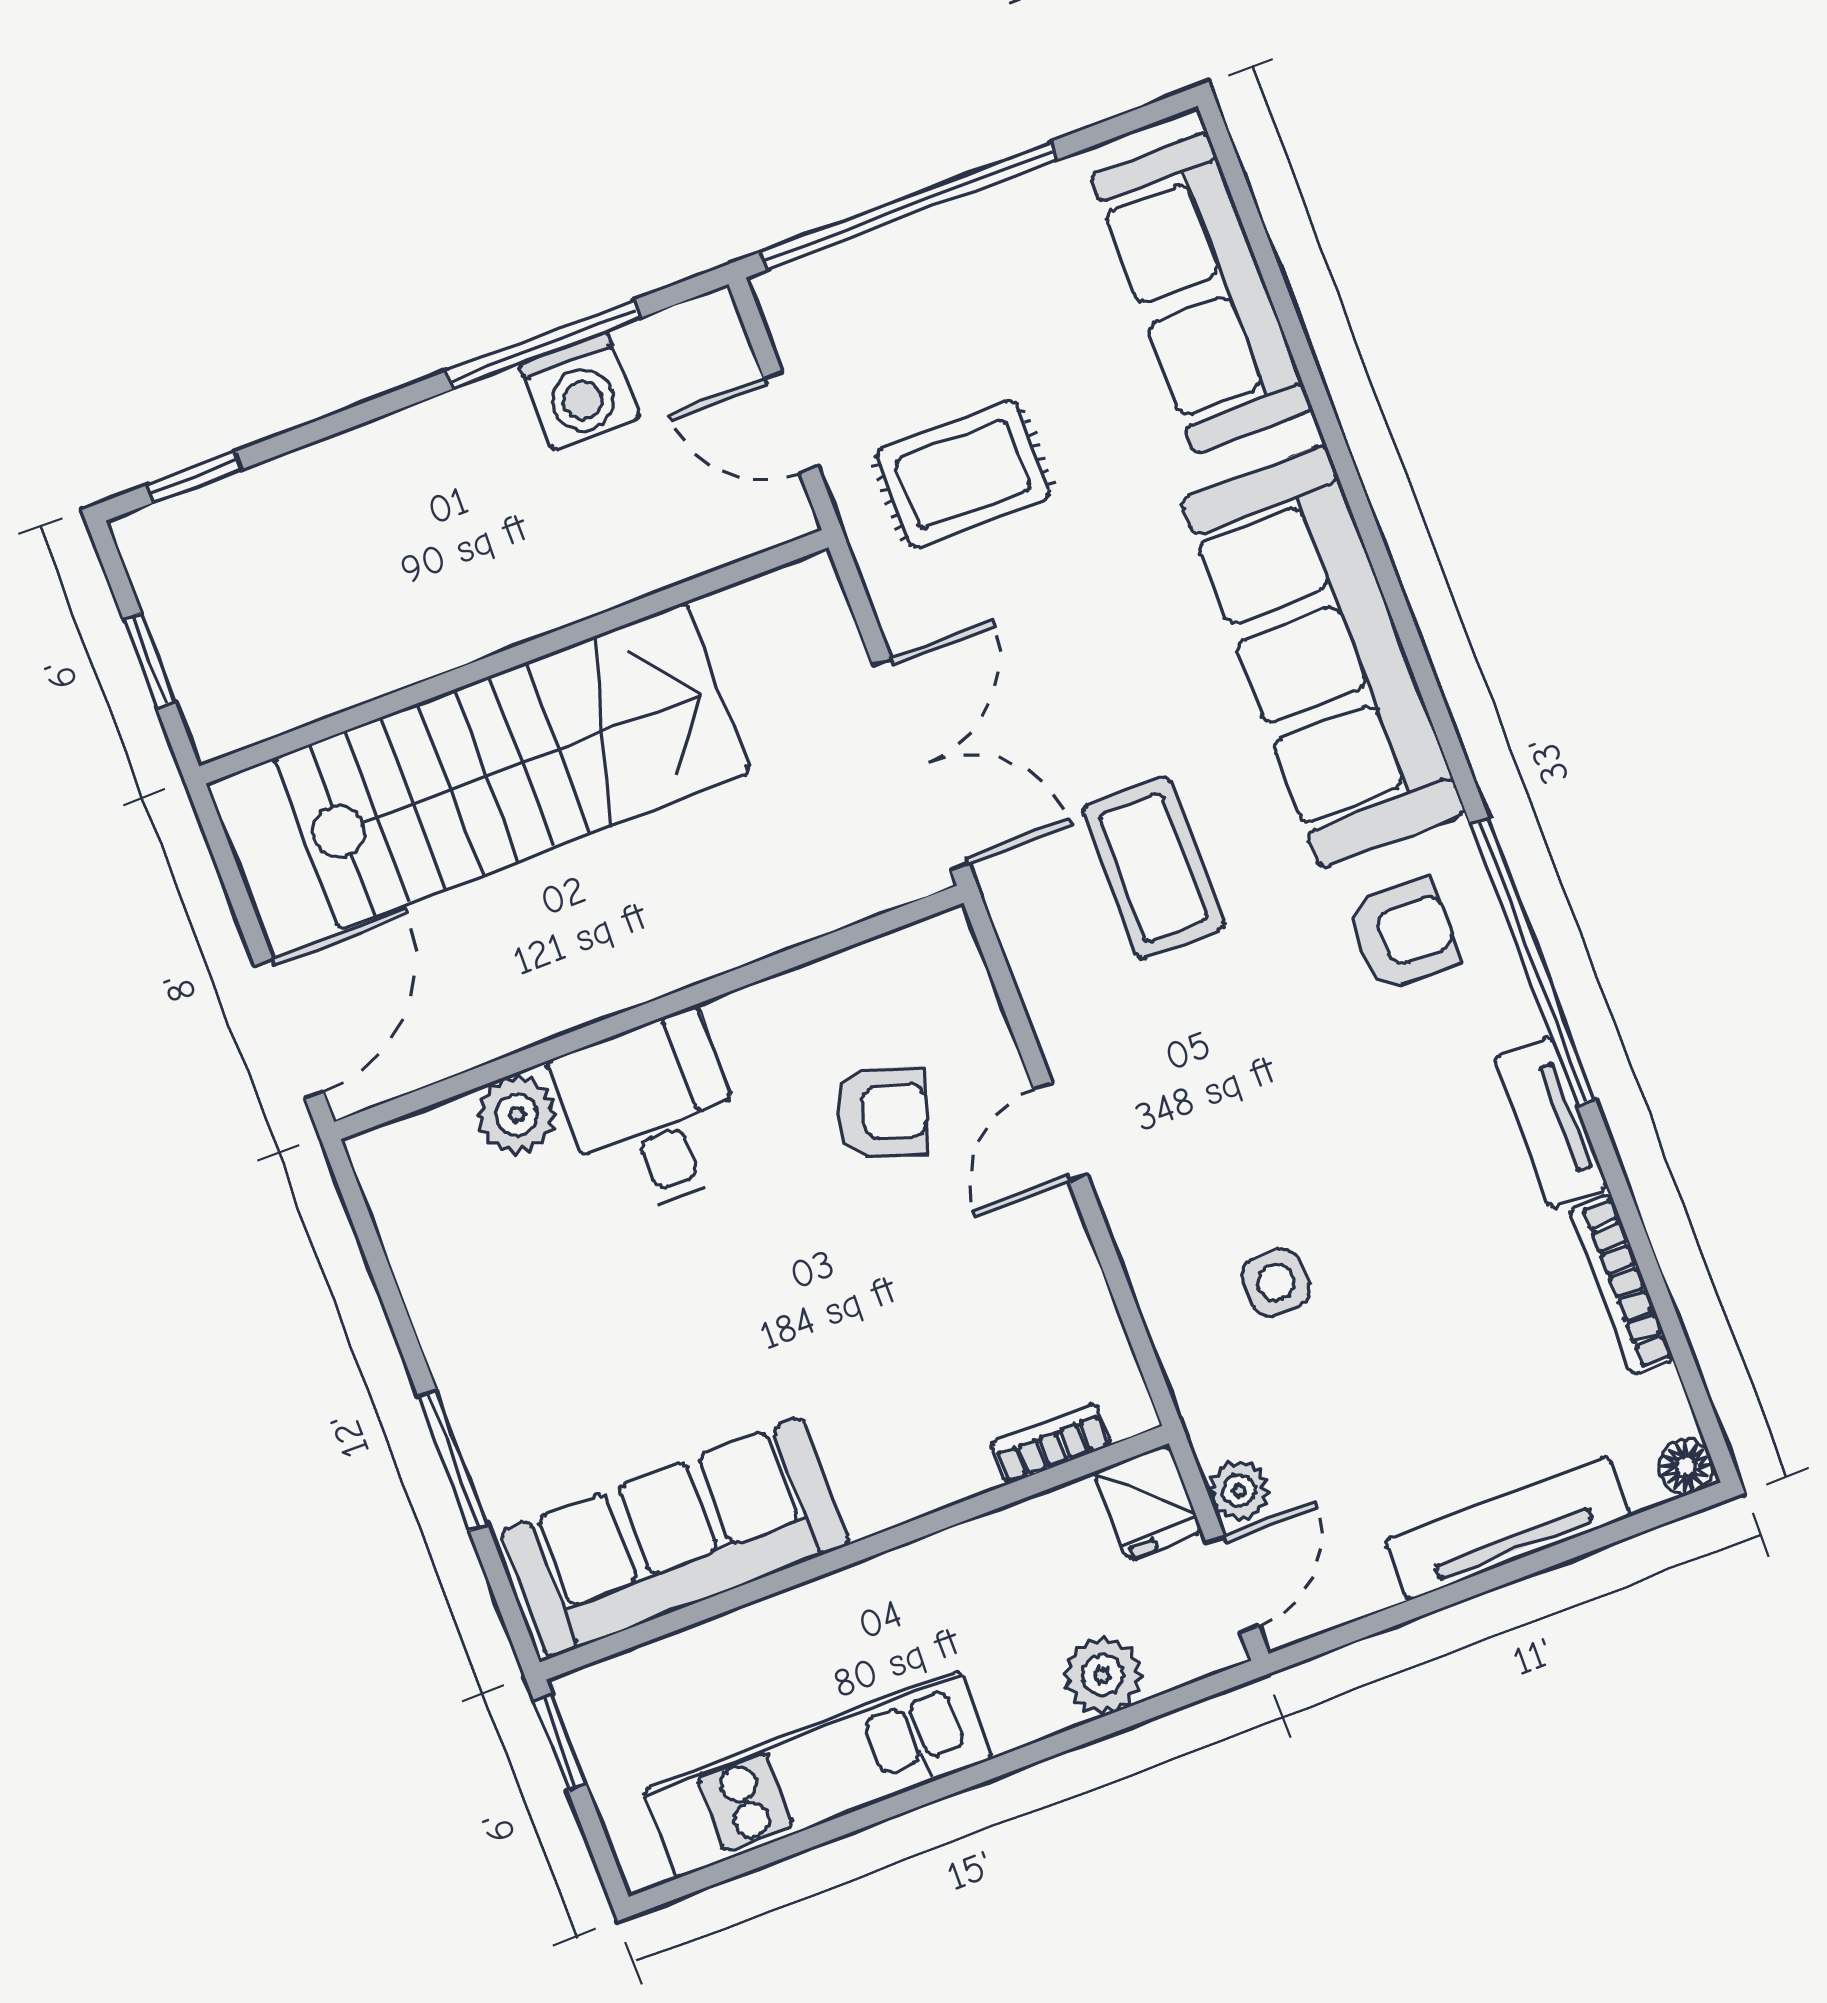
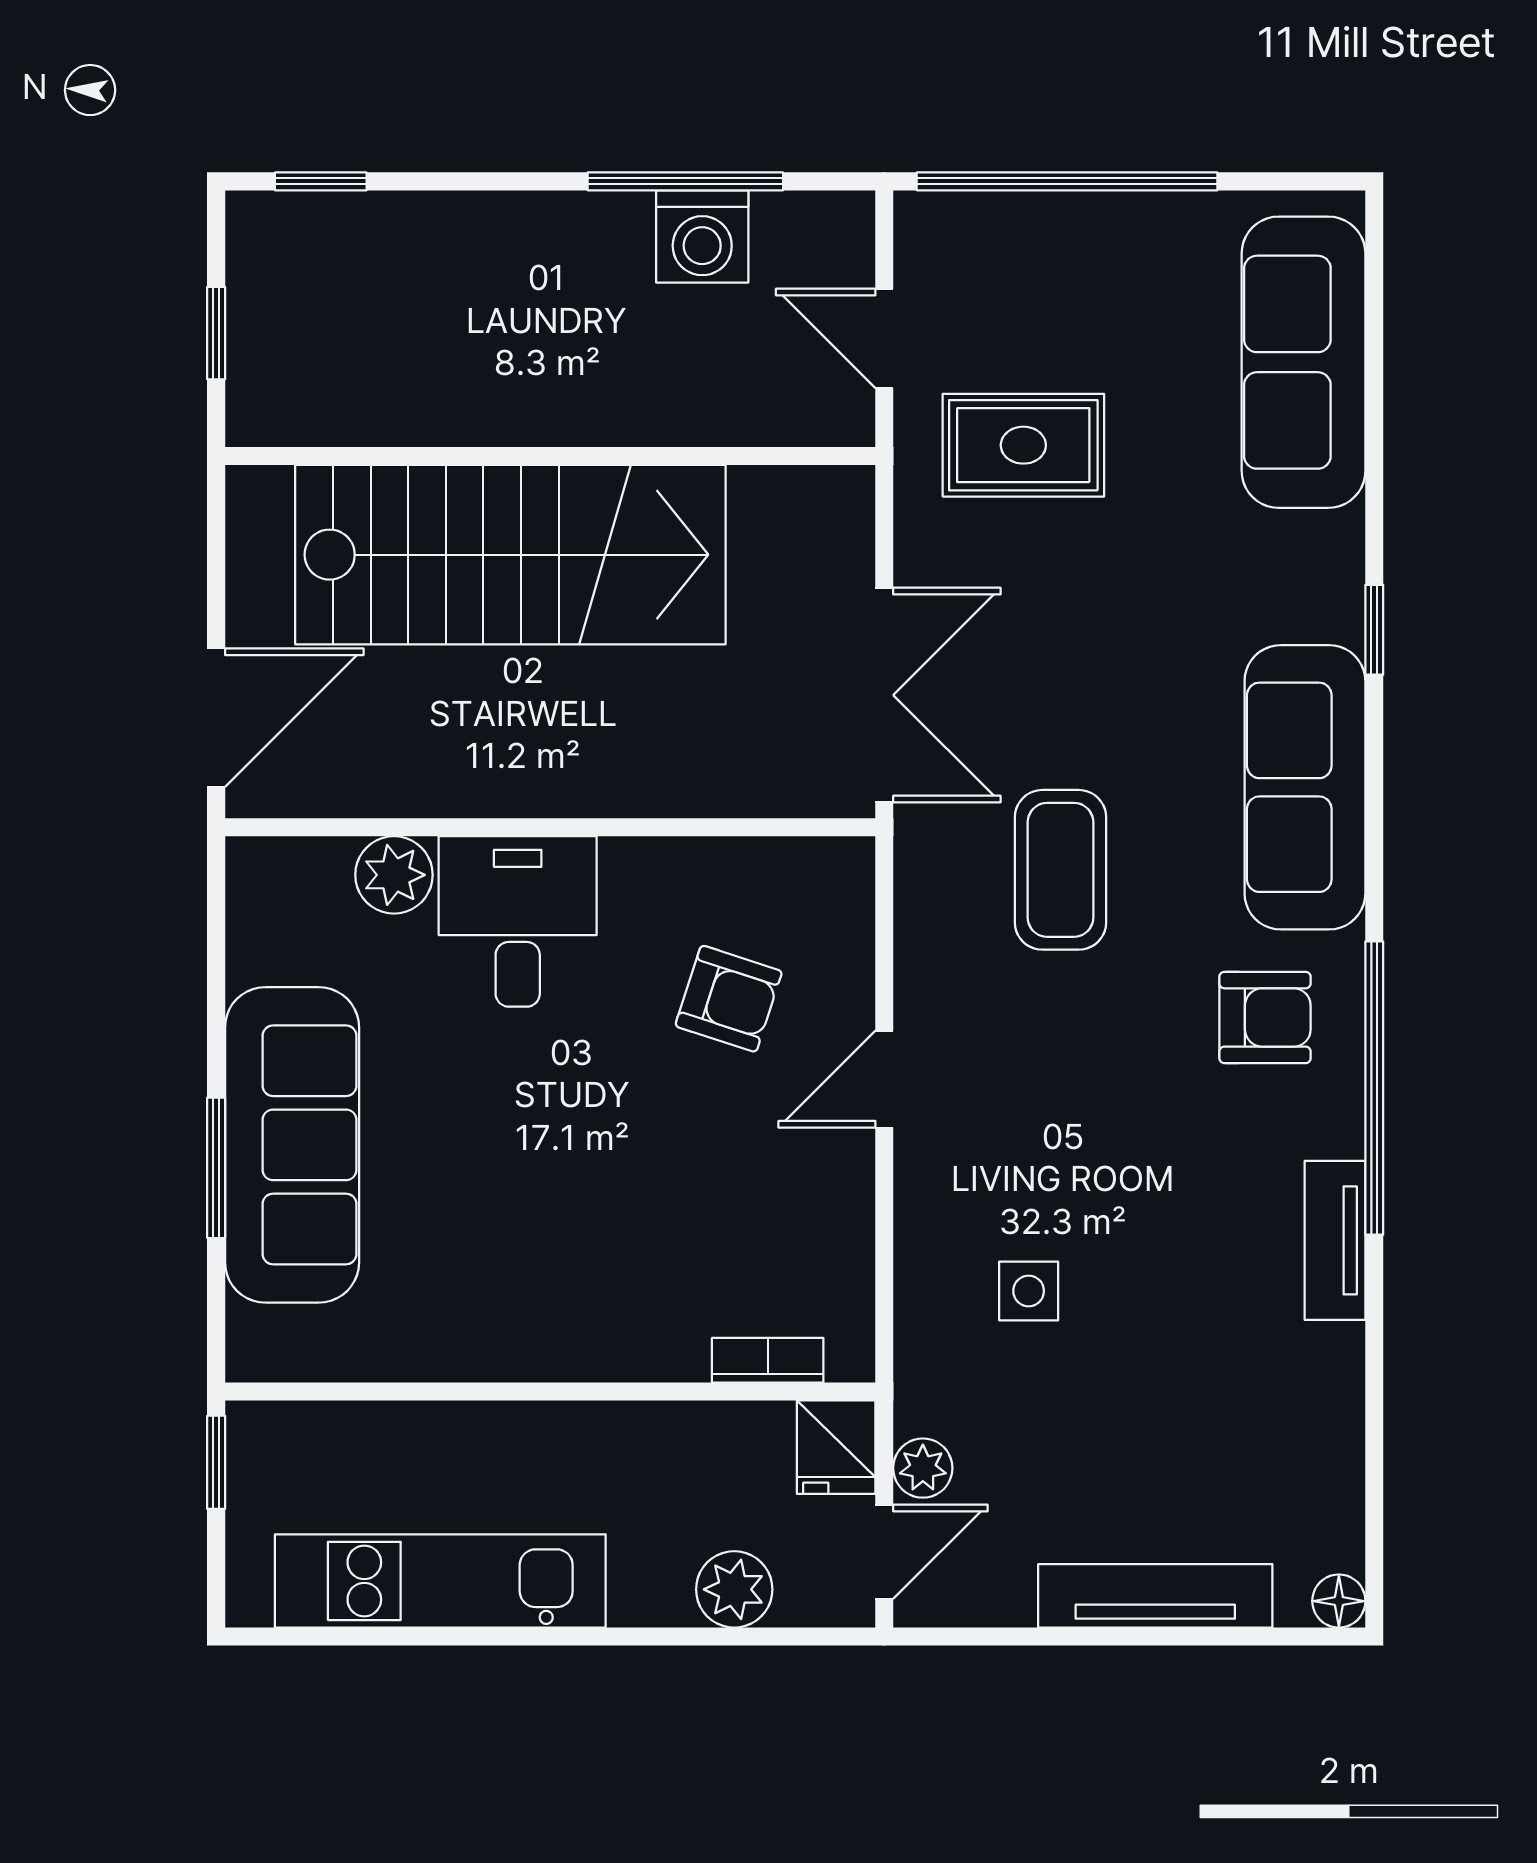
window: (1366, 523) -> (1374, 630), added
sofa: (1323, 656) -> (1305, 787), width x0.74, depth x0.79
bookcase: (1621, 1285) -> (1343, 1413), removed
sofa: (675, 1538) -> (292, 1145), moved, turned 90

